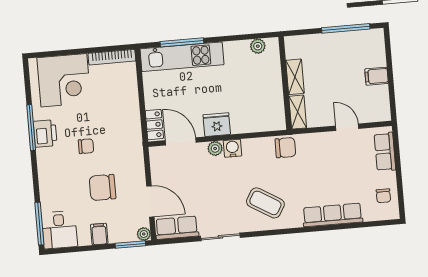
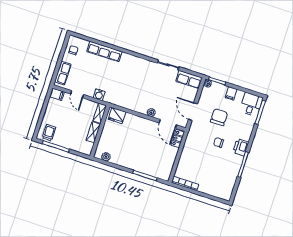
trolley: (366, 46) -> (49, 133), added
kitchen unit: (182, 57) -> (148, 168), removed
filing cabinet: (377, 76) -> (57, 94), moved
corner desk: (64, 80) -> (215, 182), removed
fridge: (217, 125) -> (117, 116), moved
printer: (45, 133) -> (241, 147), moved
water cooler: (232, 148) -> (99, 95), moved
chair: (285, 148) -> (114, 97), removed
chair: (102, 188) -> (219, 117), turned -90
door: (150, 201) -> (193, 112), moved
coffee table: (265, 203) -> (137, 73), removed

